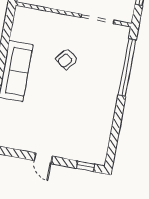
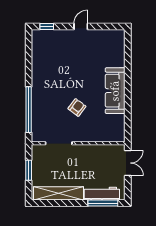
door: (43, 158) -> (81, 27), hinge flipped

